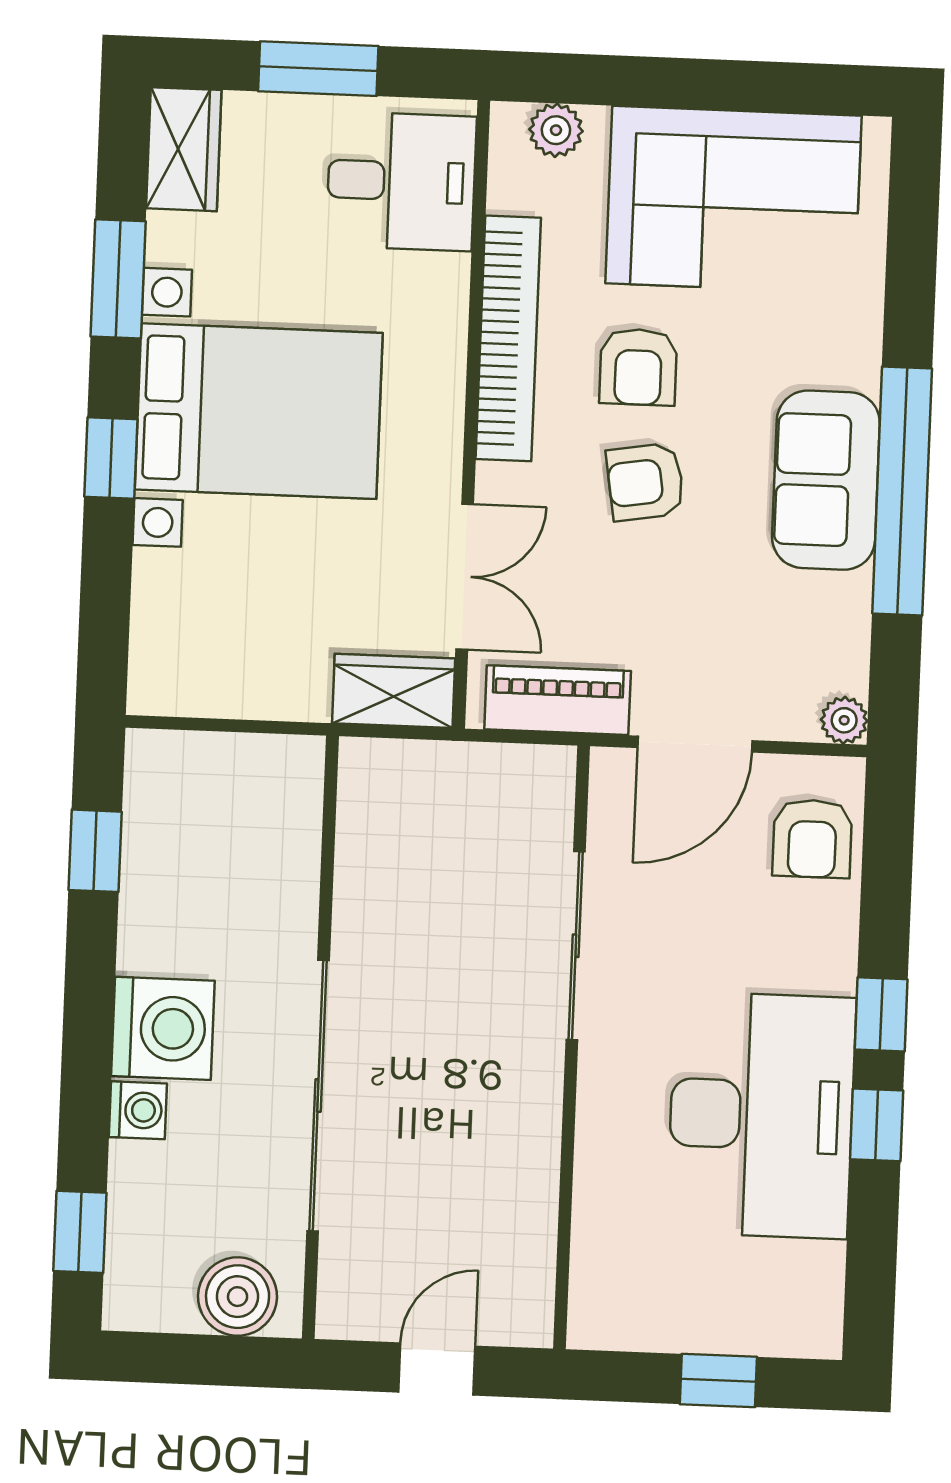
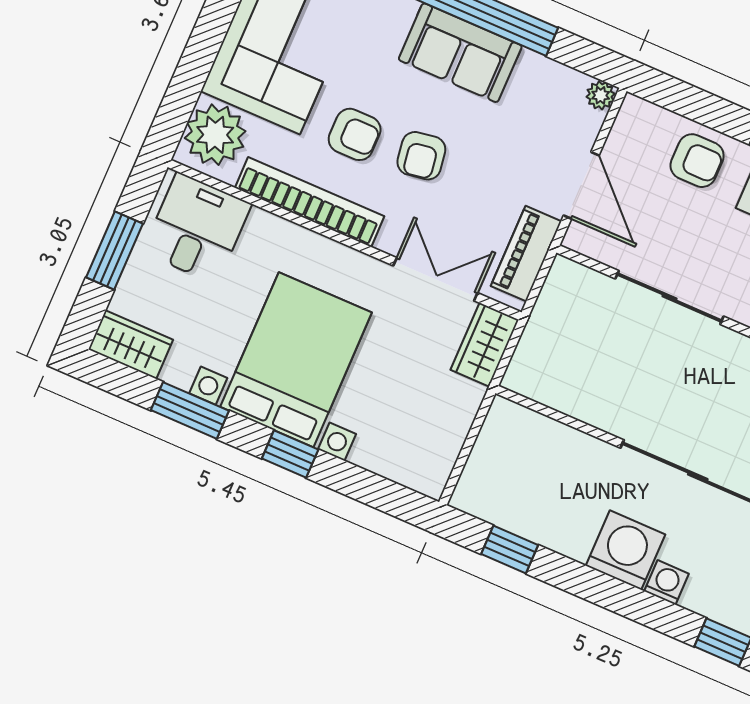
plant: (556, 130) -> (215, 135), width x1.87, depth x1.87
armchair: (812, 839) -> (697, 161), moved

